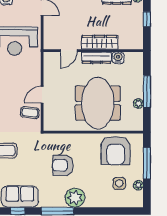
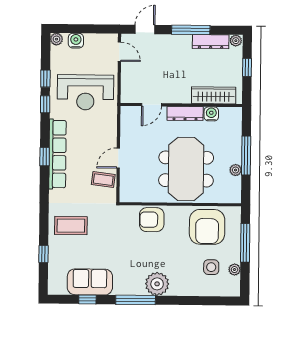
wardrobe: (100, 42) -> (214, 95), moved
armchair: (63, 165) -> (152, 220), moved

